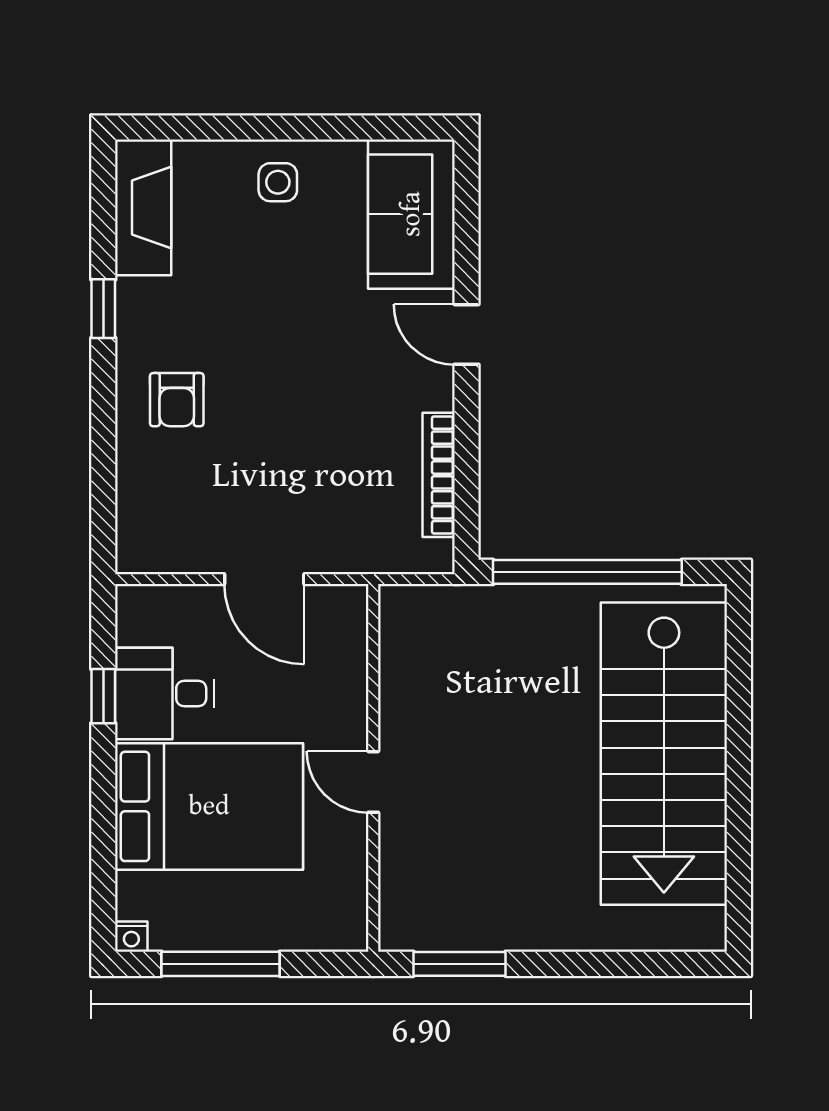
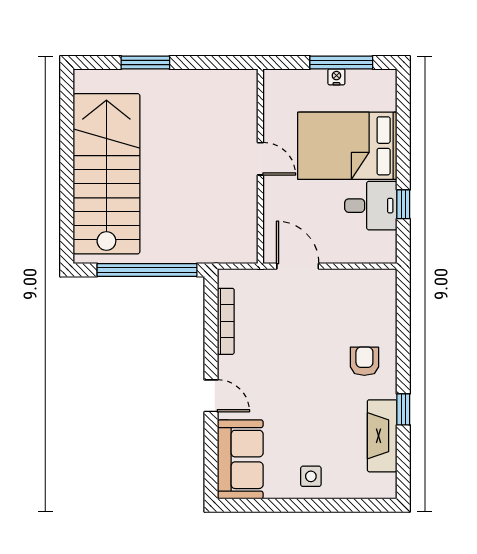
fireplace: (143, 207) -> (382, 436), moved
door: (264, 579) -> (298, 266), moved
nightstand: (131, 937) -> (336, 77), moved
window: (460, 964) -> (145, 62), moved

